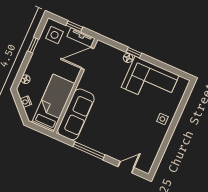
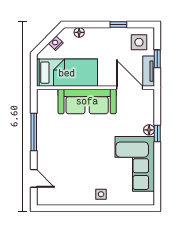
sofa: (76, 114) -> (87, 101), moved

